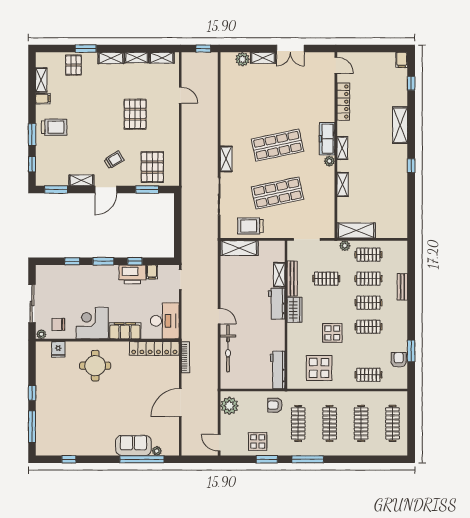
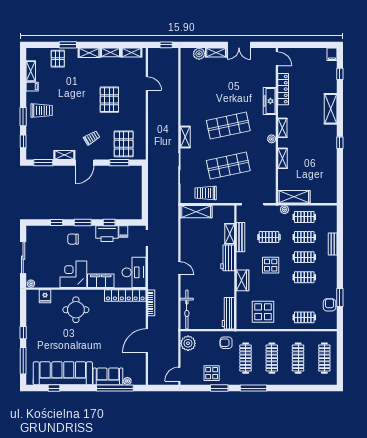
freezer: (327, 139) -> (270, 101), moved
wardrobe: (294, 310) -> (242, 280), moved
chair: (58, 324) -> (73, 239), moved
display table: (332, 333) -> (271, 265), moved
bicycle: (228, 348) -> (187, 310), moved
sofa: (80, 442) -> (63, 373), added
door: (219, 443) -> (179, 374), hinge flipped

